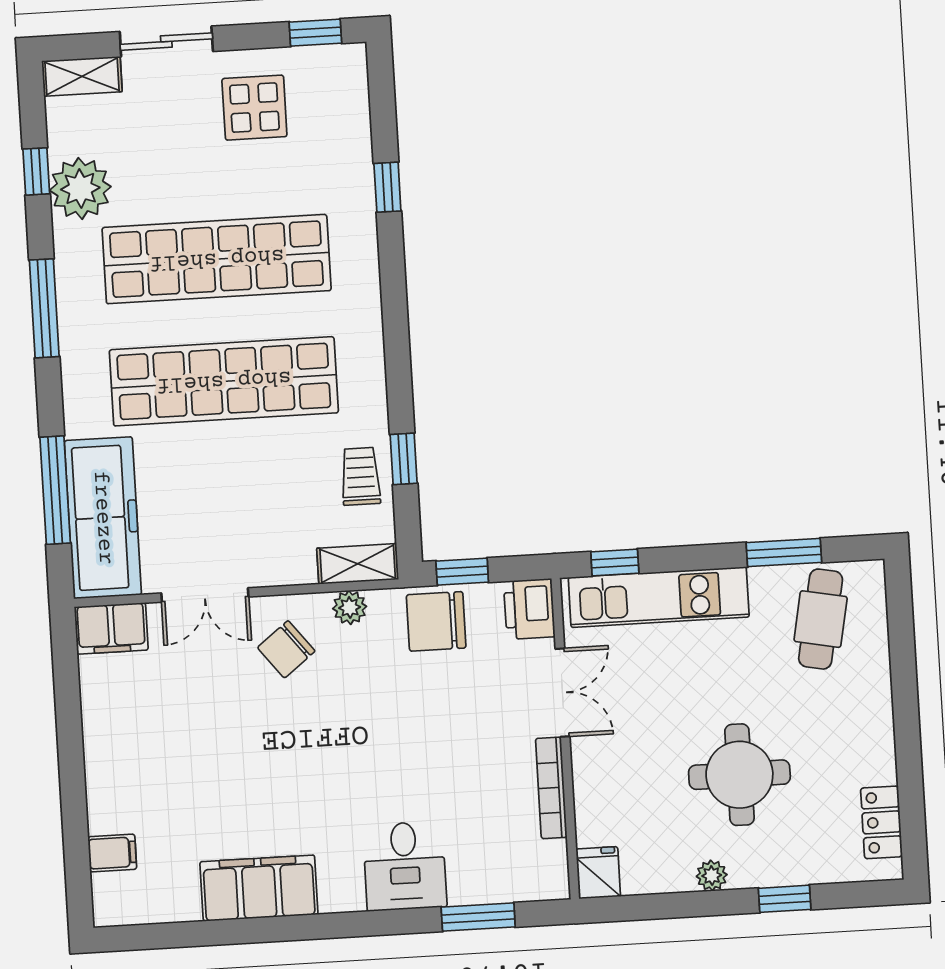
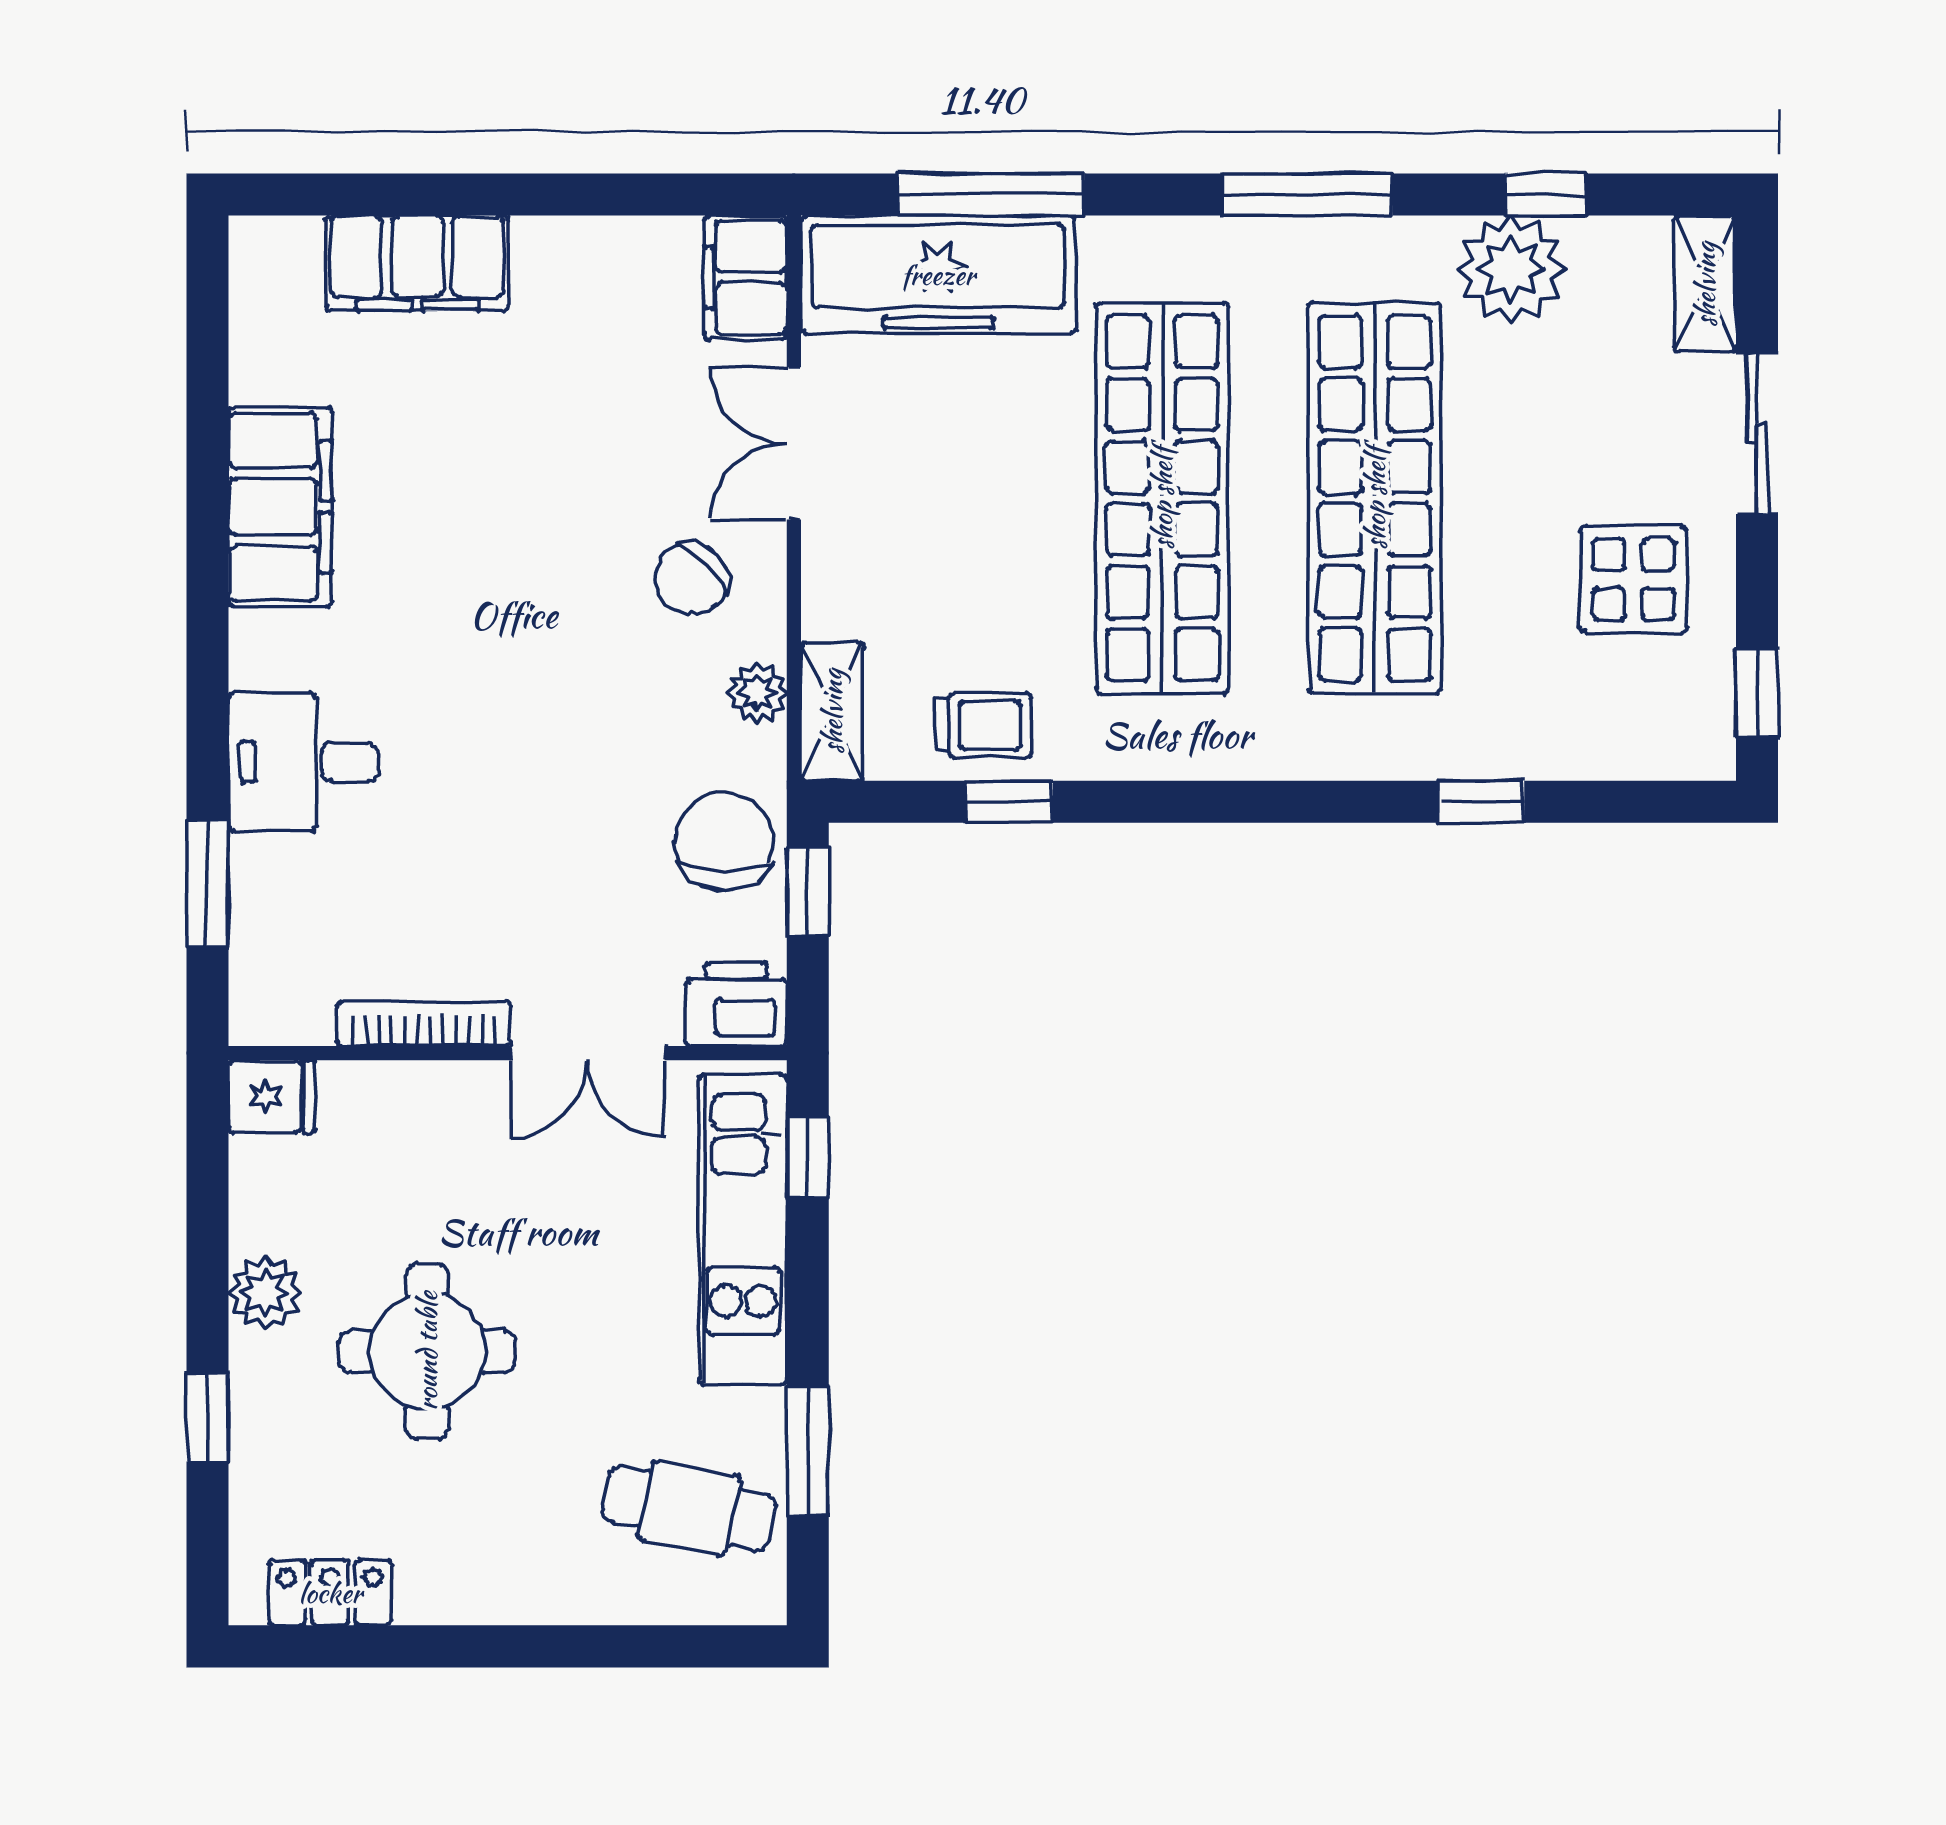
chair: (286, 649) -> (691, 579), turned -96
filing cabinet: (112, 853) -> (417, 263), width x3.00, depth x1.17
plant: (712, 876) -> (265, 1293), width x1.38, depth x1.38

